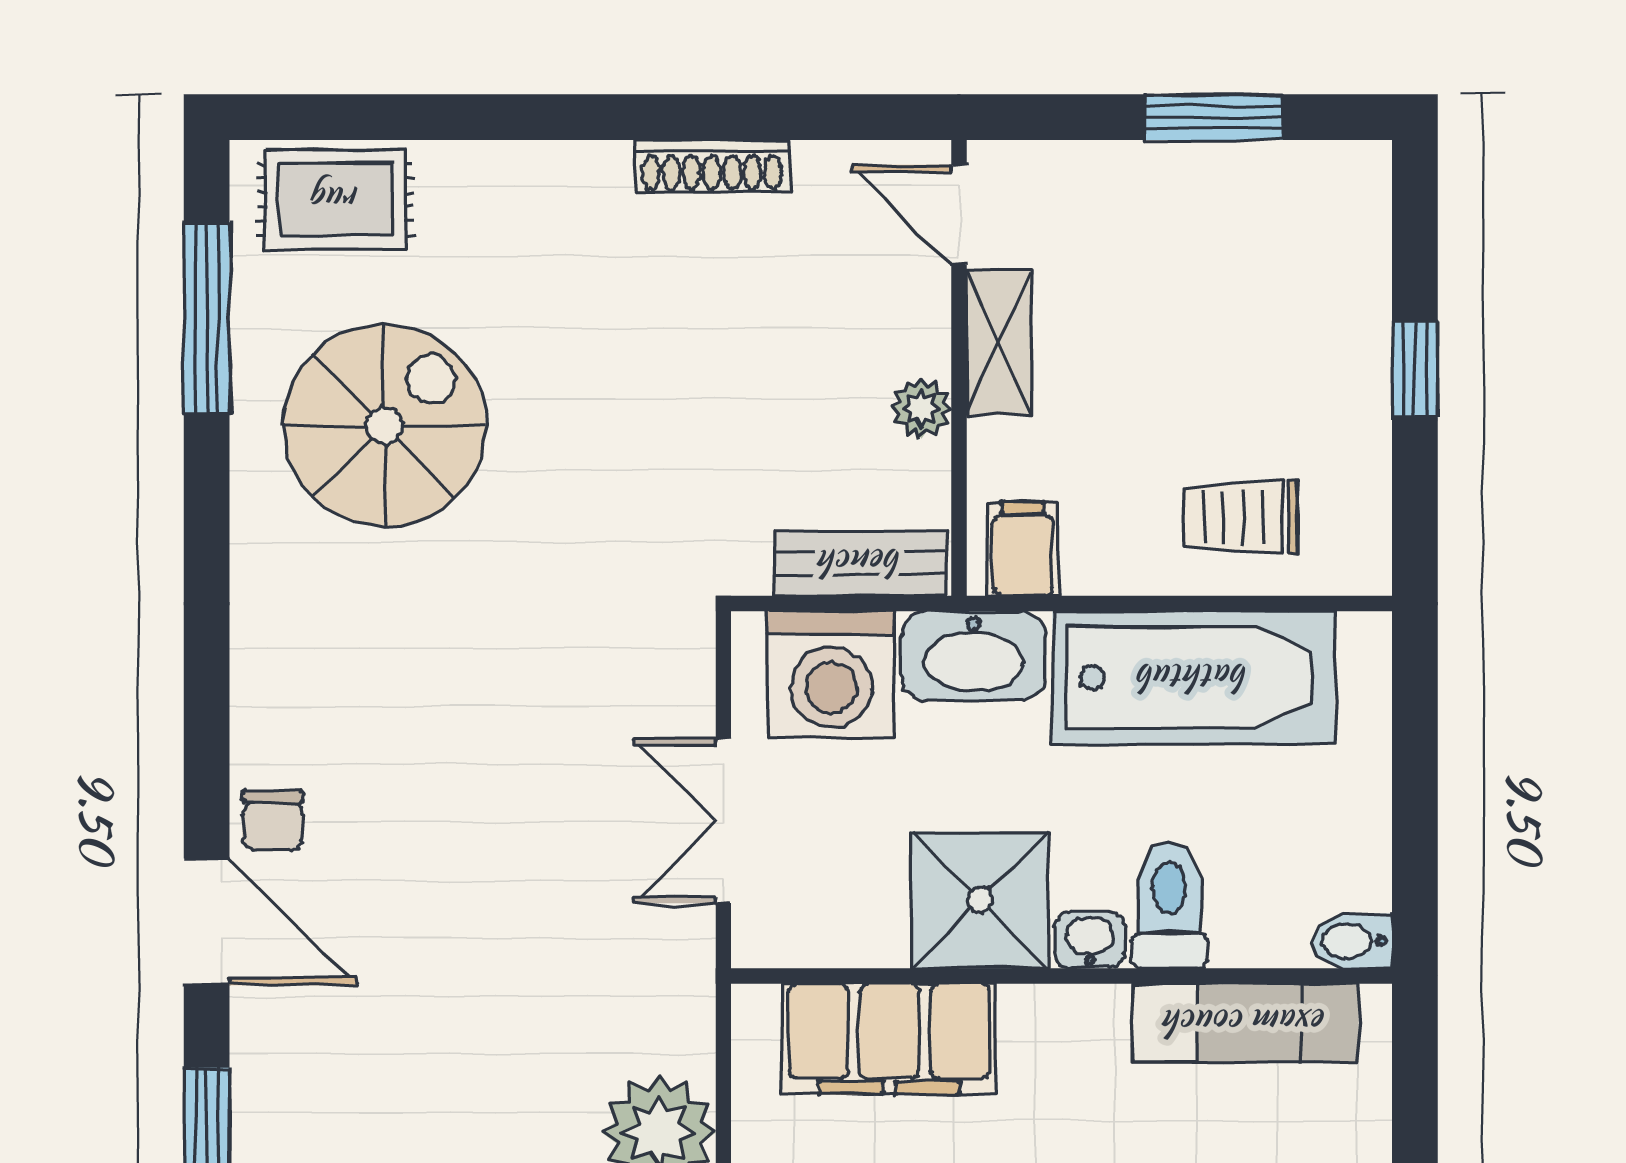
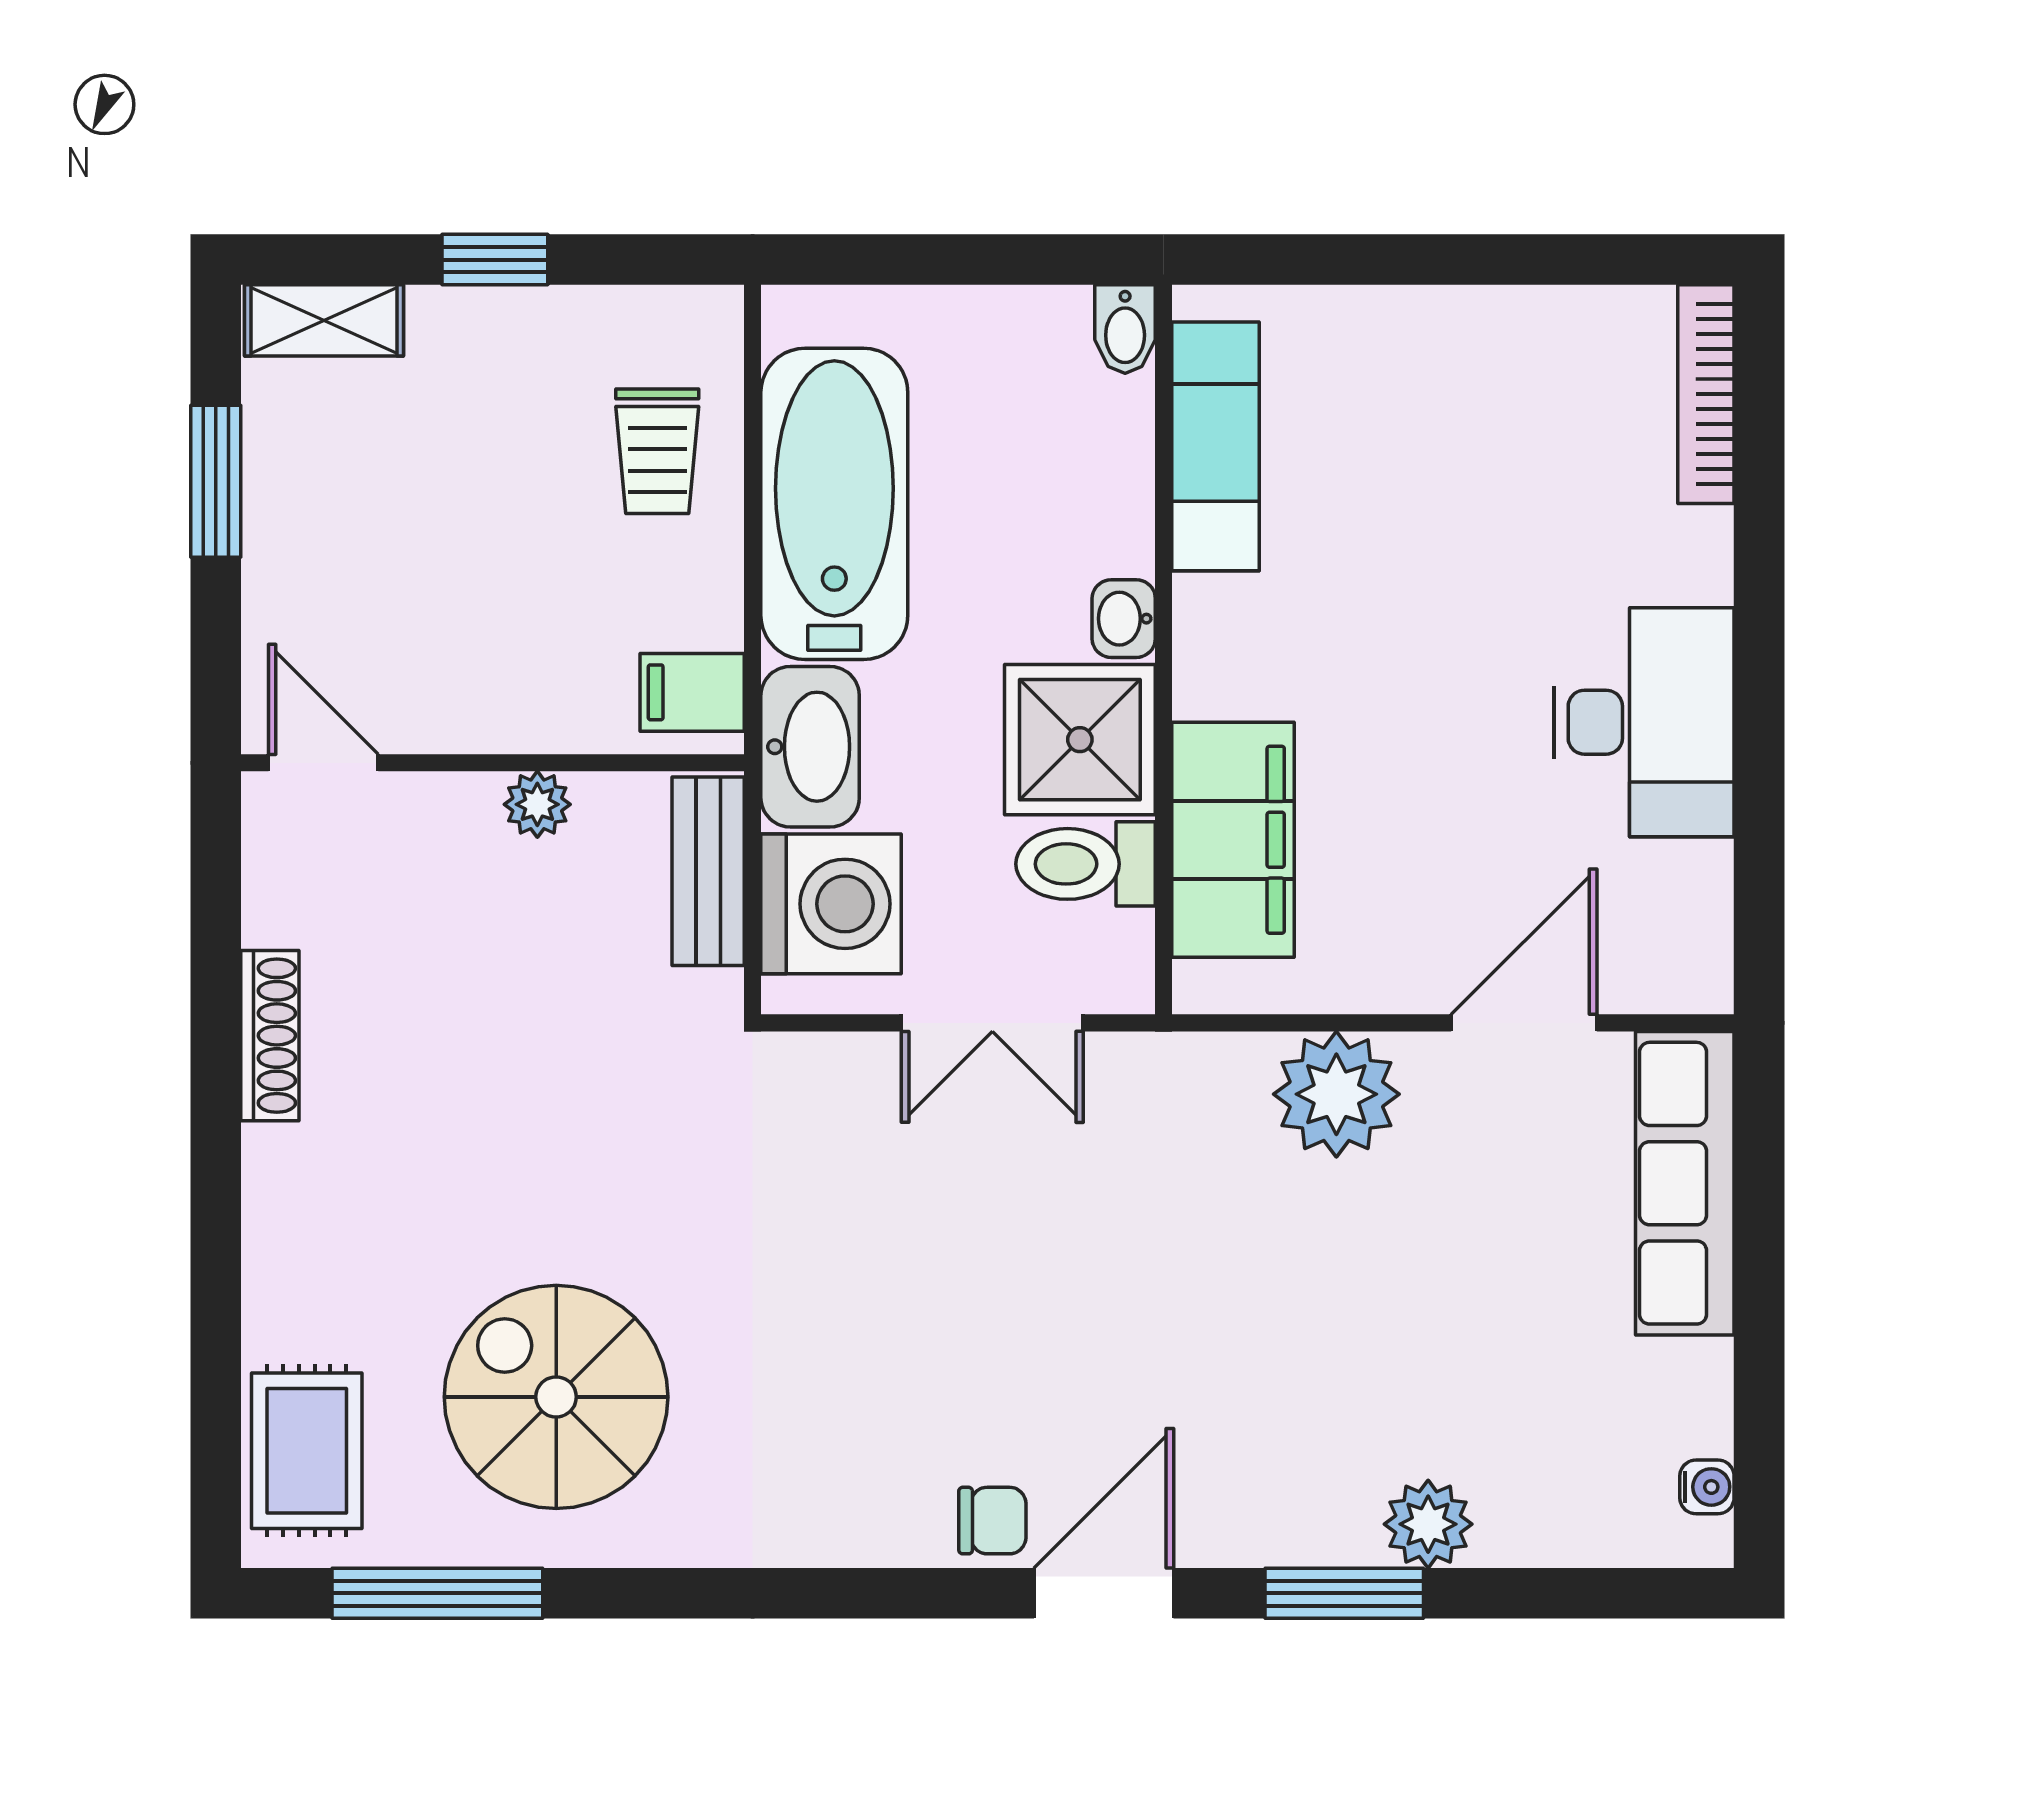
door: (959, 215) -> (323, 763), swing flipped
shelving: (999, 343) -> (324, 320), moved
toilet: (1169, 905) -> (1086, 864), moved

